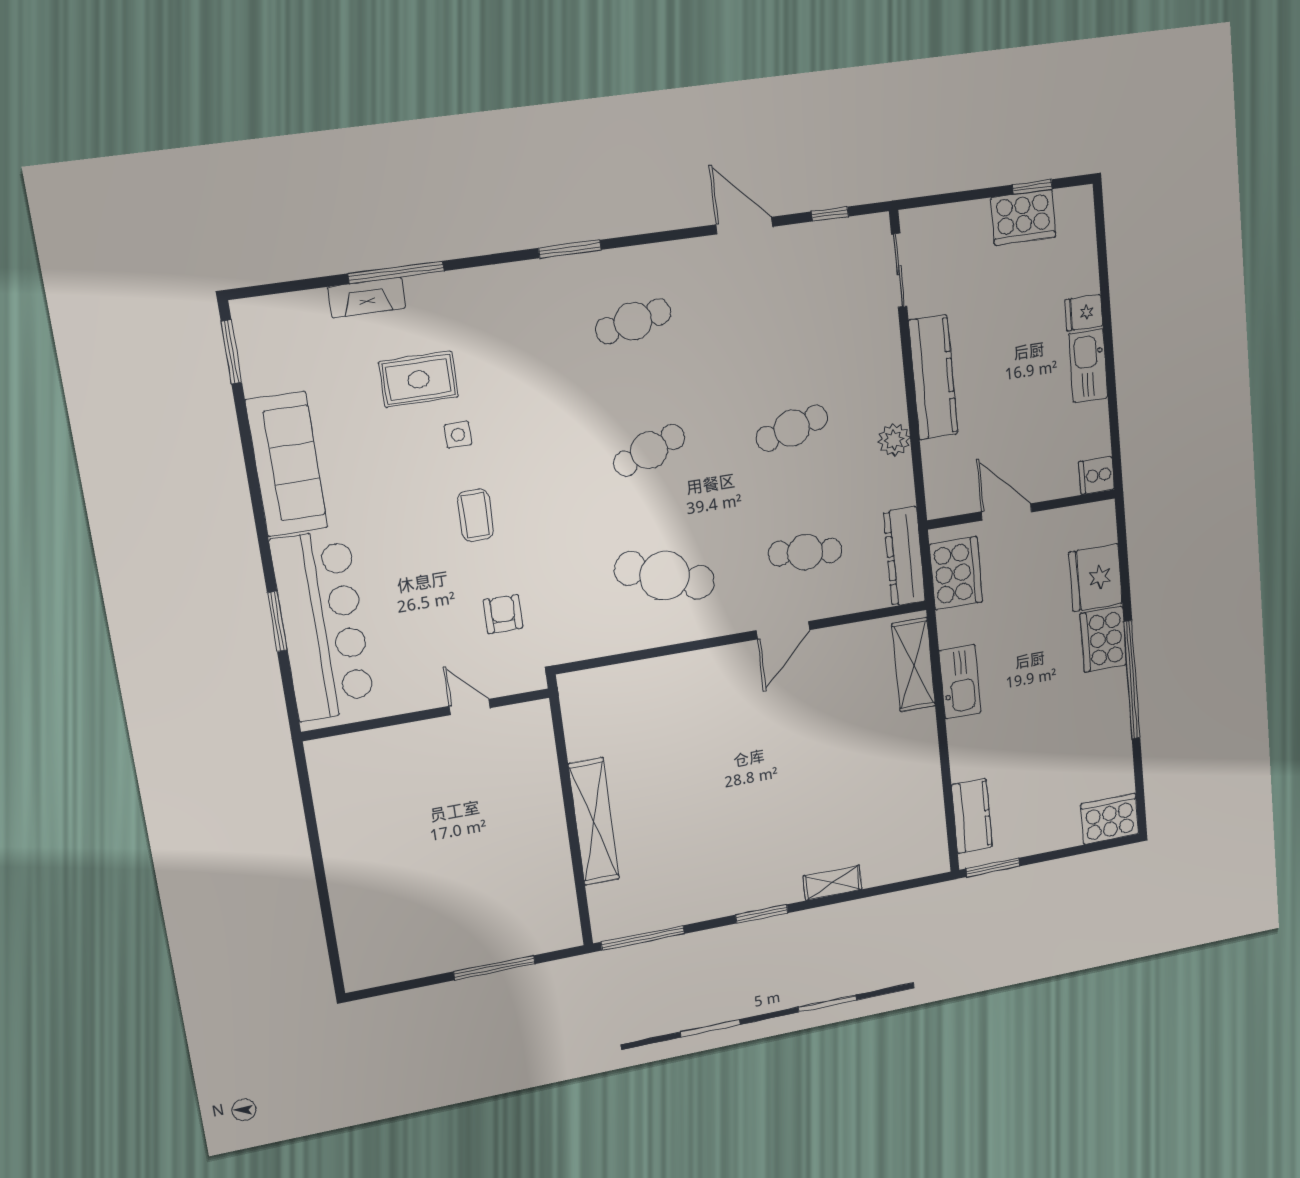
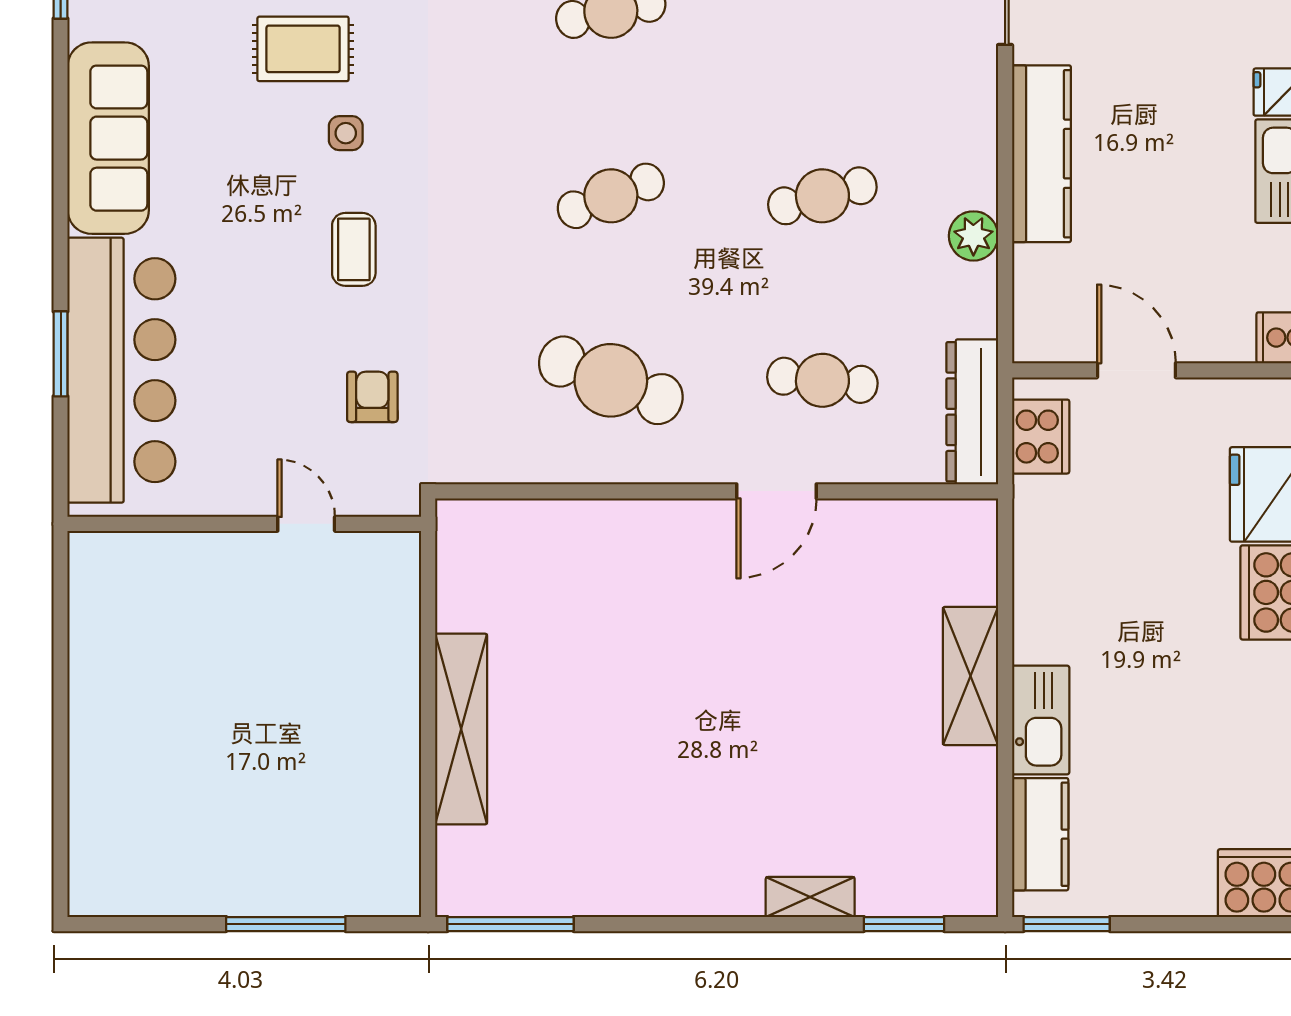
cooker: (956, 573) -> (1041, 437), width x0.73, depth x0.76
shelving: (914, 665) -> (970, 676), moved
kitchen sink: (960, 682) -> (1041, 720), moved
window: (762, 914) -> (904, 924), moved

